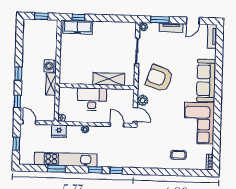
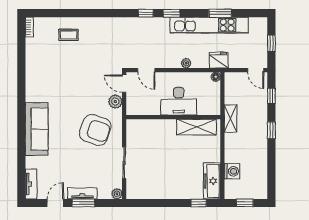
window: (160, 20) -> (83, 203), moved
freezer: (78, 27) -> (212, 181), moved, turned -90
washing machine: (50, 66) -> (232, 171), moved
shelving: (109, 79) -> (197, 127), moved
corner sofa: (199, 123) -> (44, 75), removed

